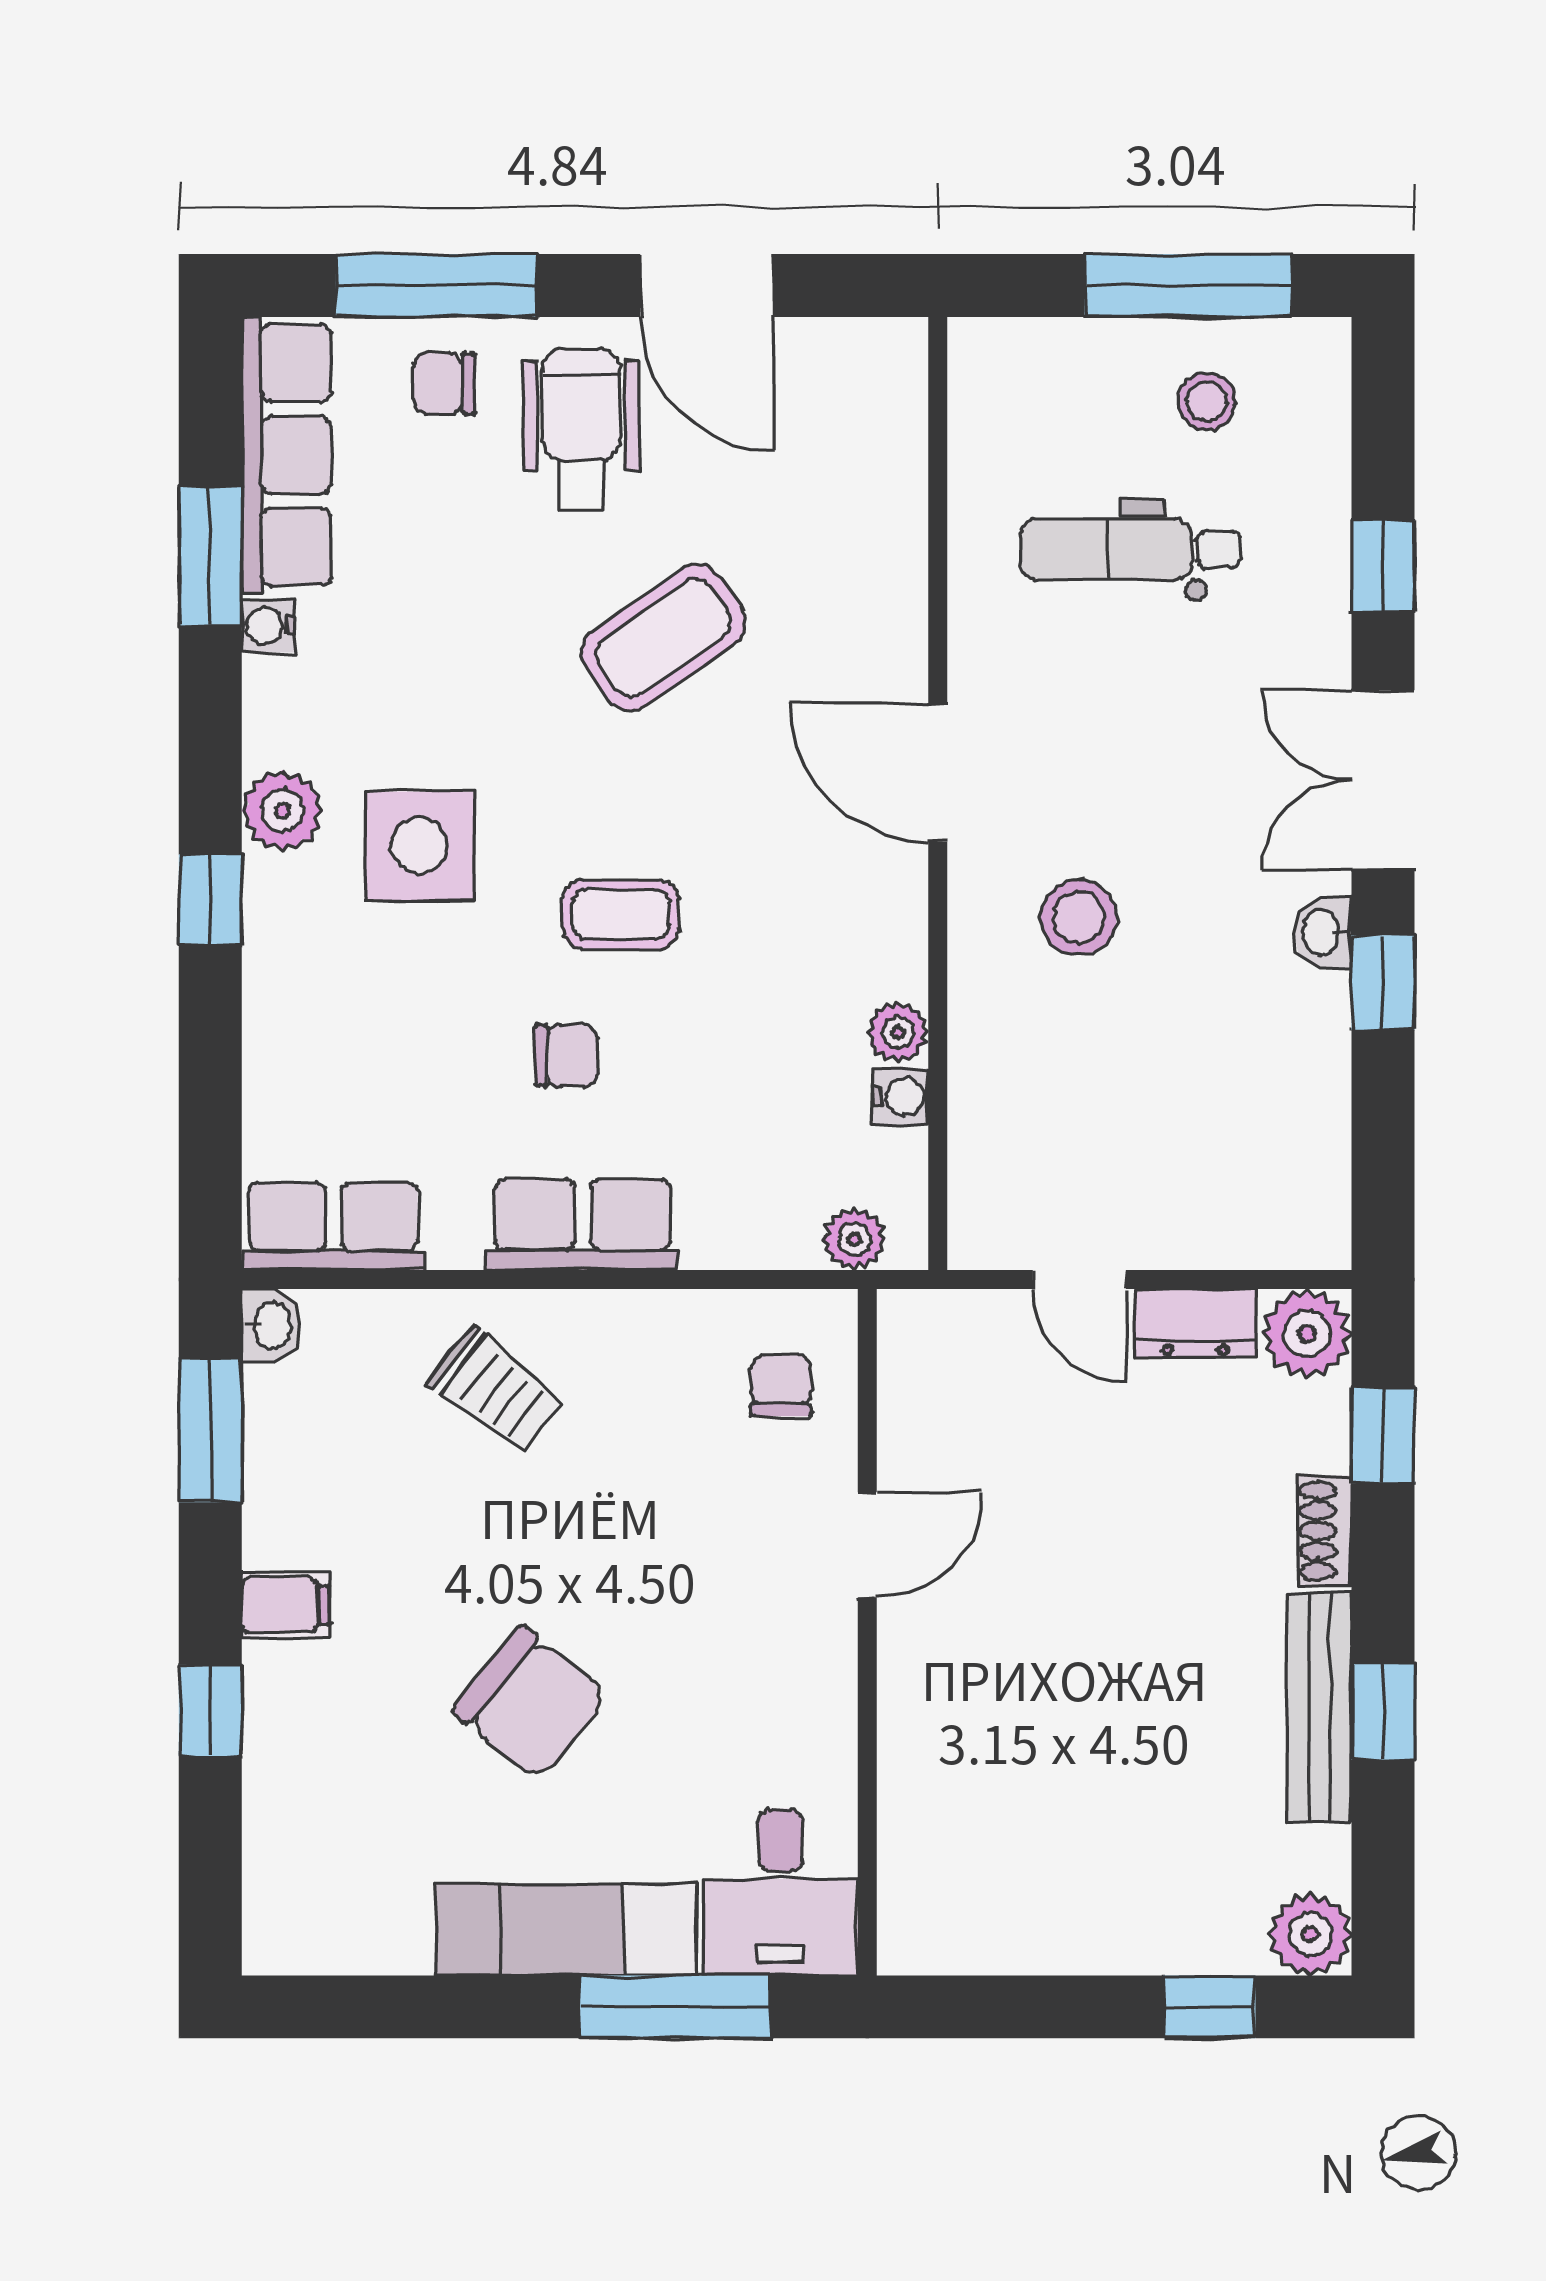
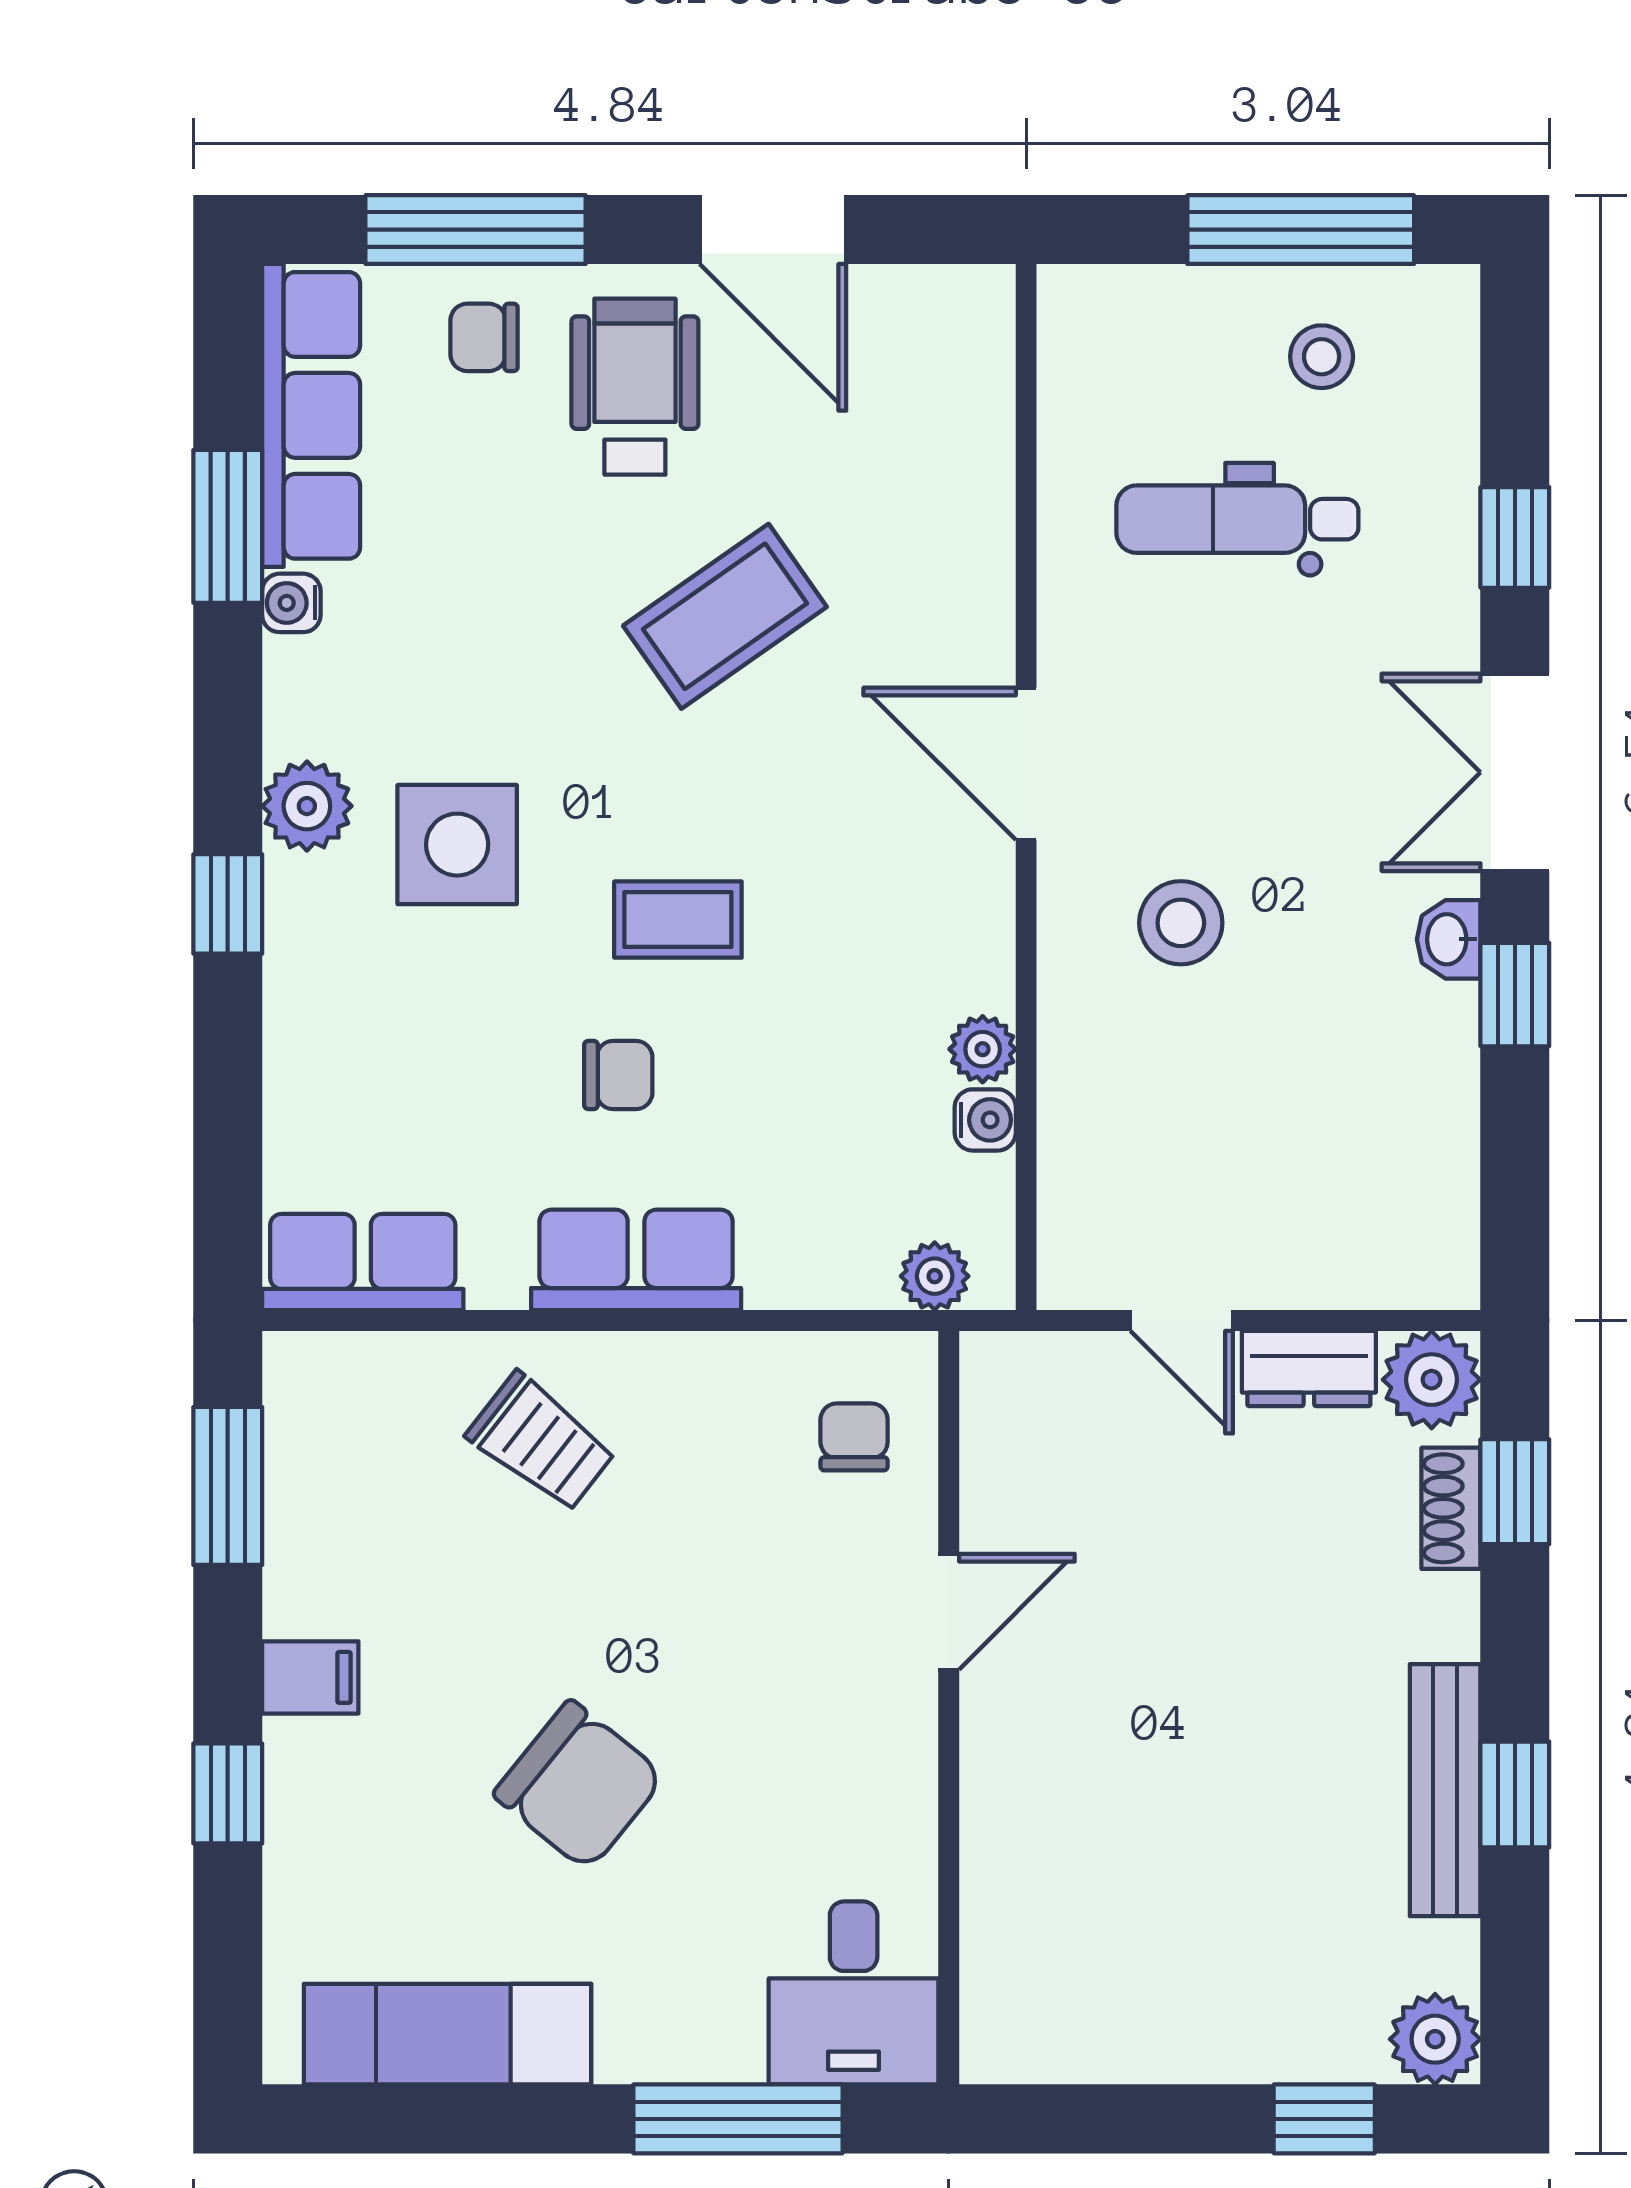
washbasin: (271, 1325) -> (294, 1371), removed
shoe rack: (1325, 1531) -> (1451, 1508), moved
exam couch: (566, 1930) -> (447, 2034), moved

